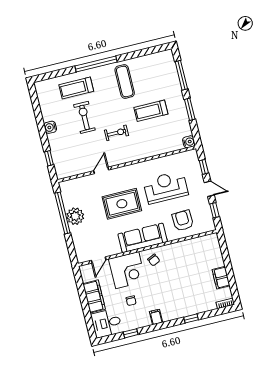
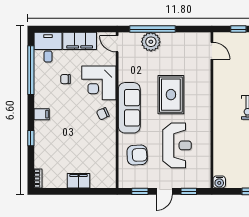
door: (101, 170) -> (212, 51), moved
window: (62, 213) -> (152, 29), moved
plant: (75, 216) -> (151, 42), moved
door: (99, 260) -> (117, 44), moved
filing cabinet: (221, 278) -> (79, 181), moved
filing cabinet: (156, 317) -> (42, 114), moved
window: (131, 333) -> (31, 70), width x3.17

